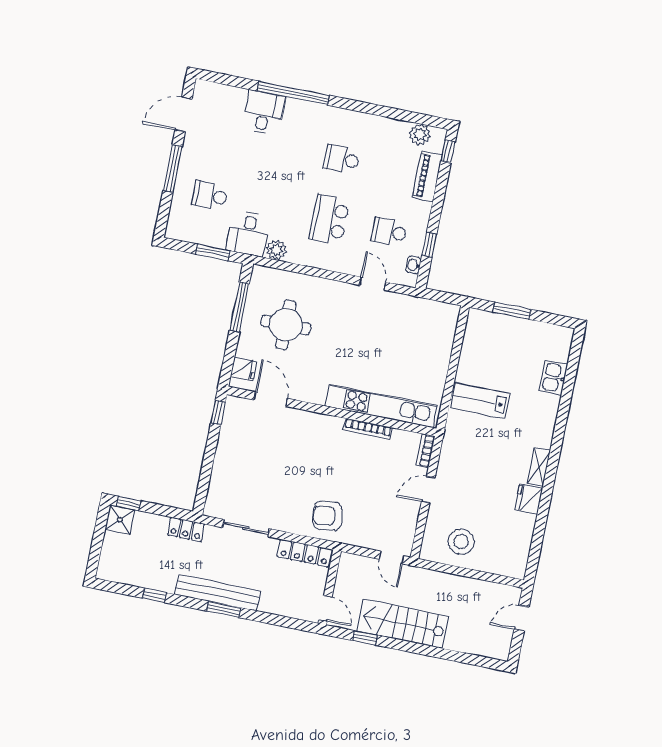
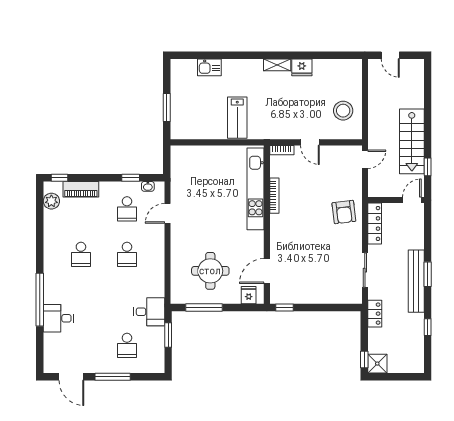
school desk: (329, 220) -> (127, 254), width x0.54
plant: (276, 250) -> (157, 289), removed

